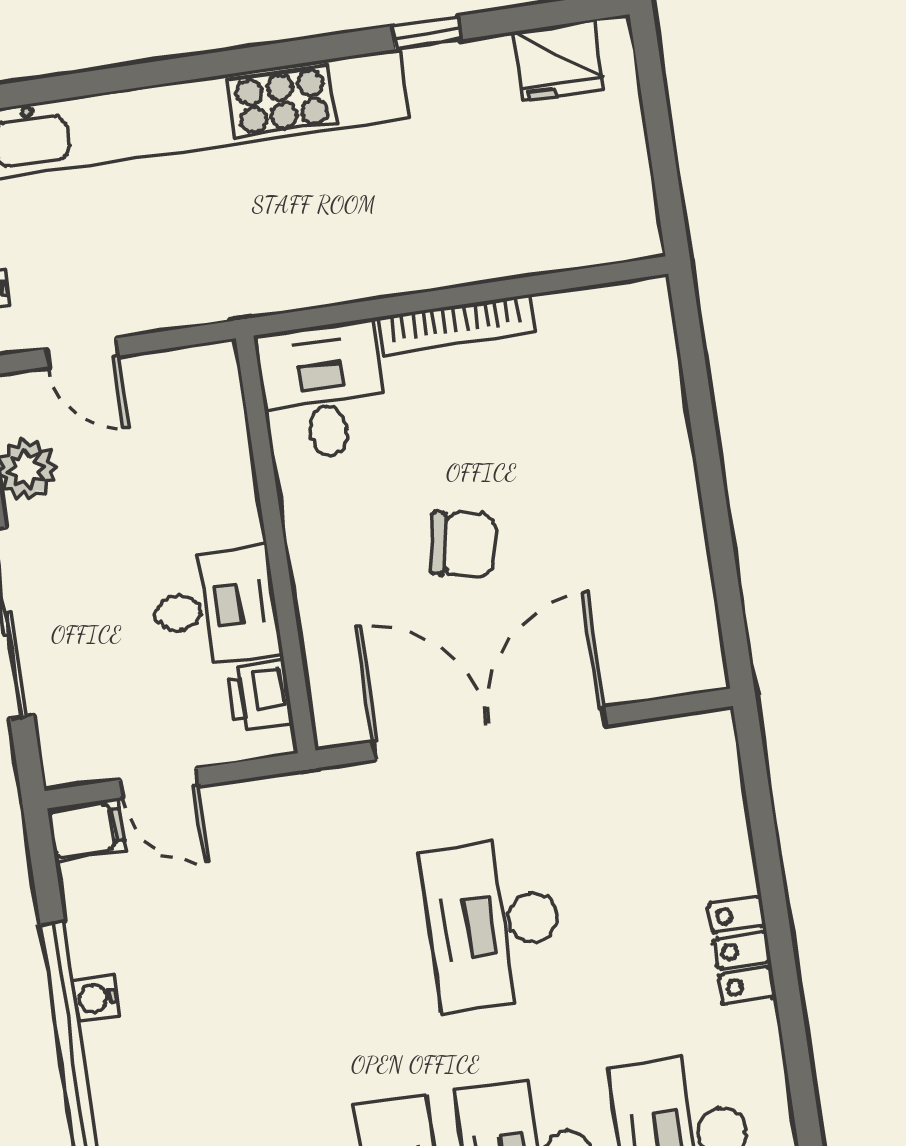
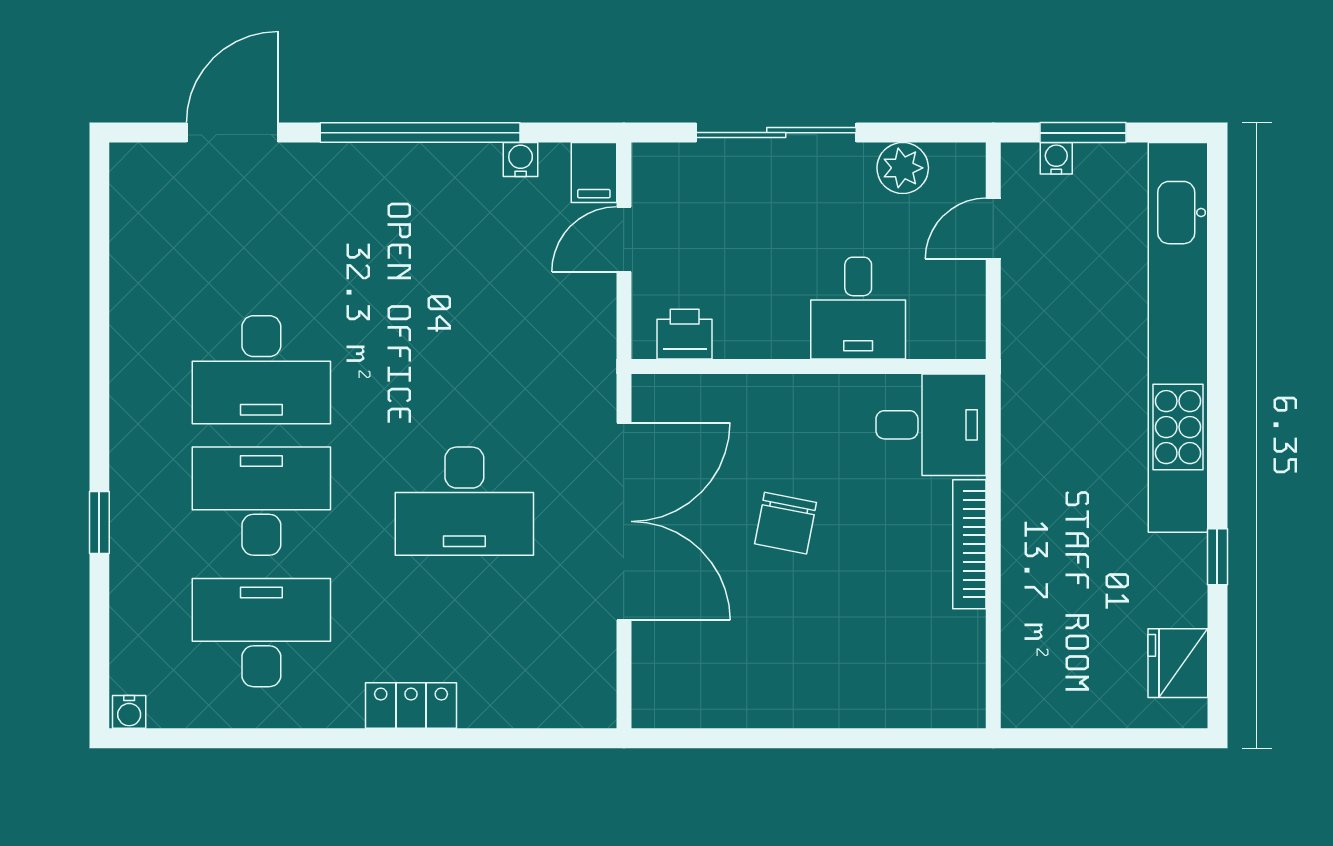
desk: (215, 608) -> (858, 308), moved
desk: (494, 924) -> (464, 501), turned 180
water cooler: (96, 998) -> (521, 160), moved

